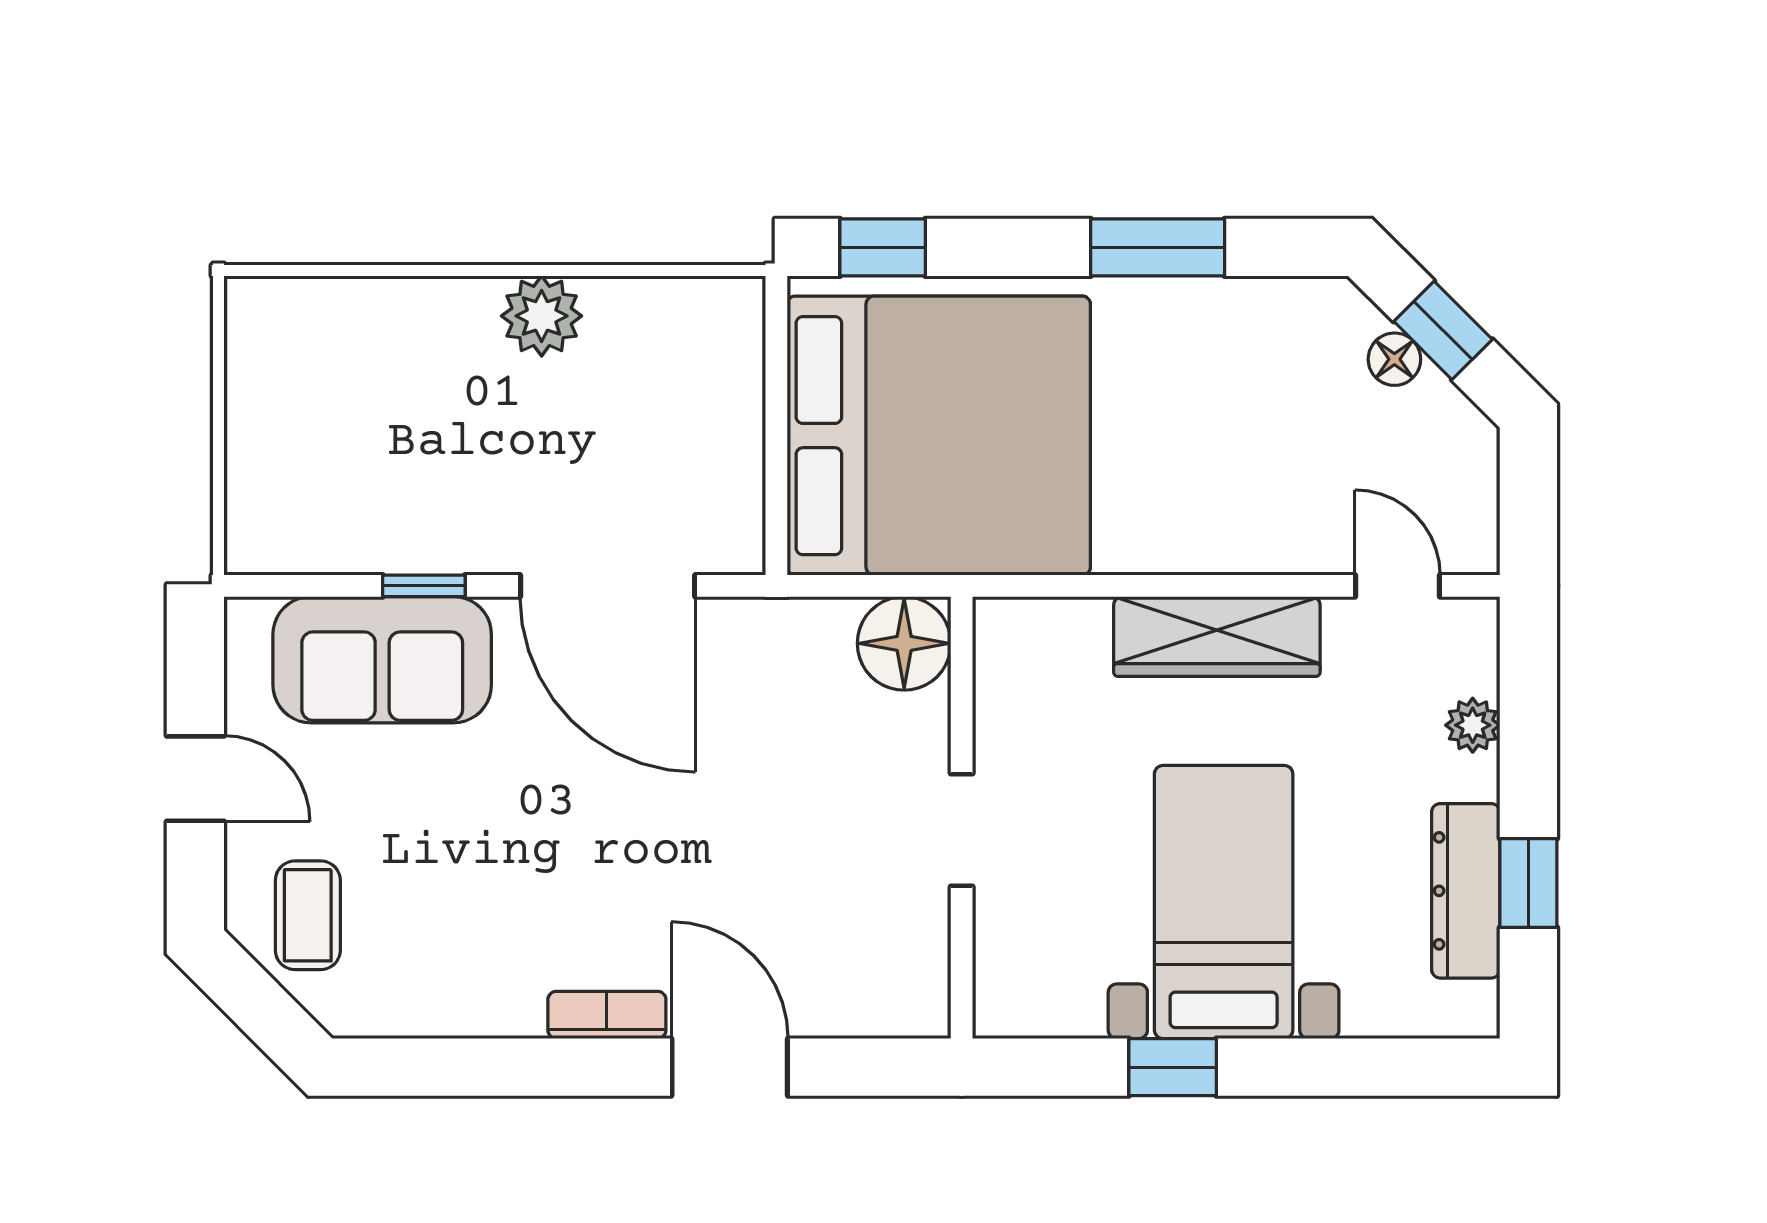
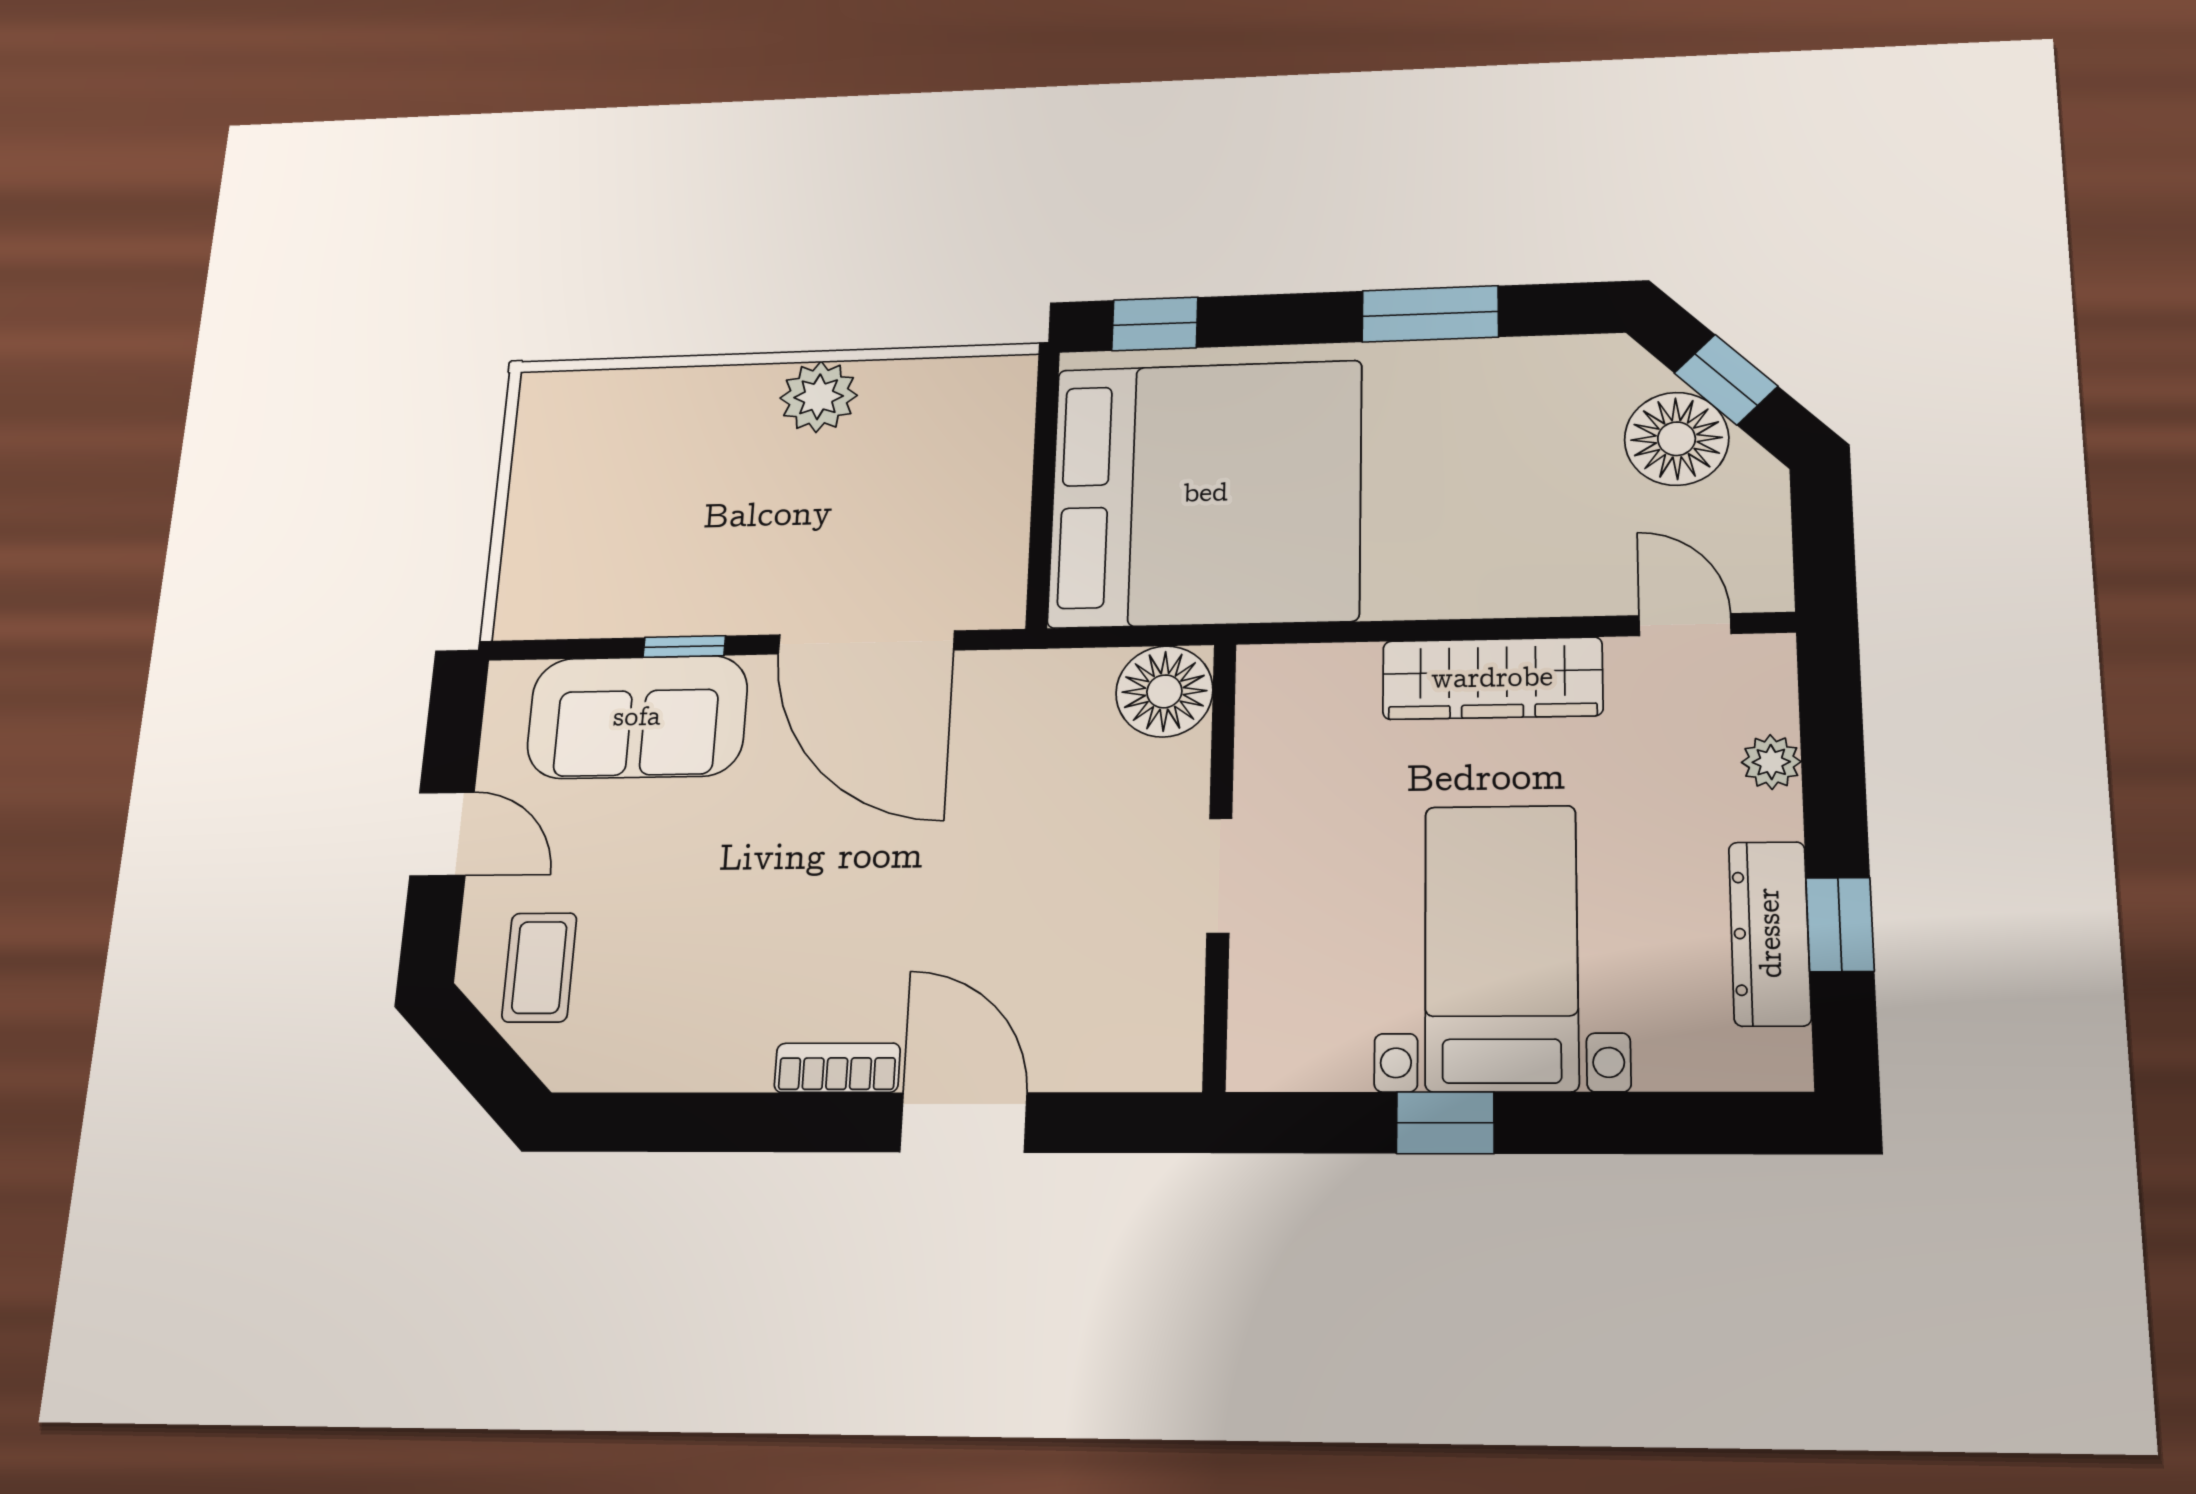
floor lamp: (1394, 359) -> (1677, 439), width x1.89, depth x1.89

